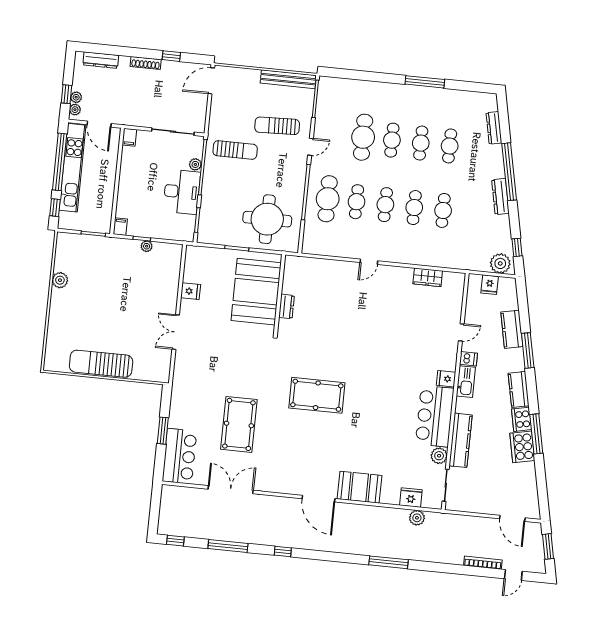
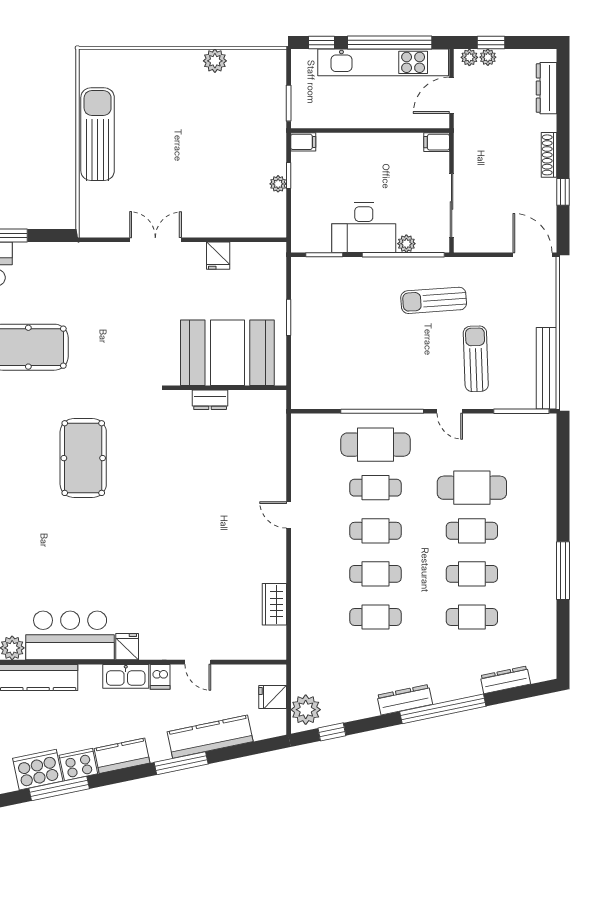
sun lounger: (235, 150) -> (434, 300), turned 86
round table: (267, 219) -> (336, 358), removed
kitchen counter: (512, 329) -> (210, 737), width x1.50

